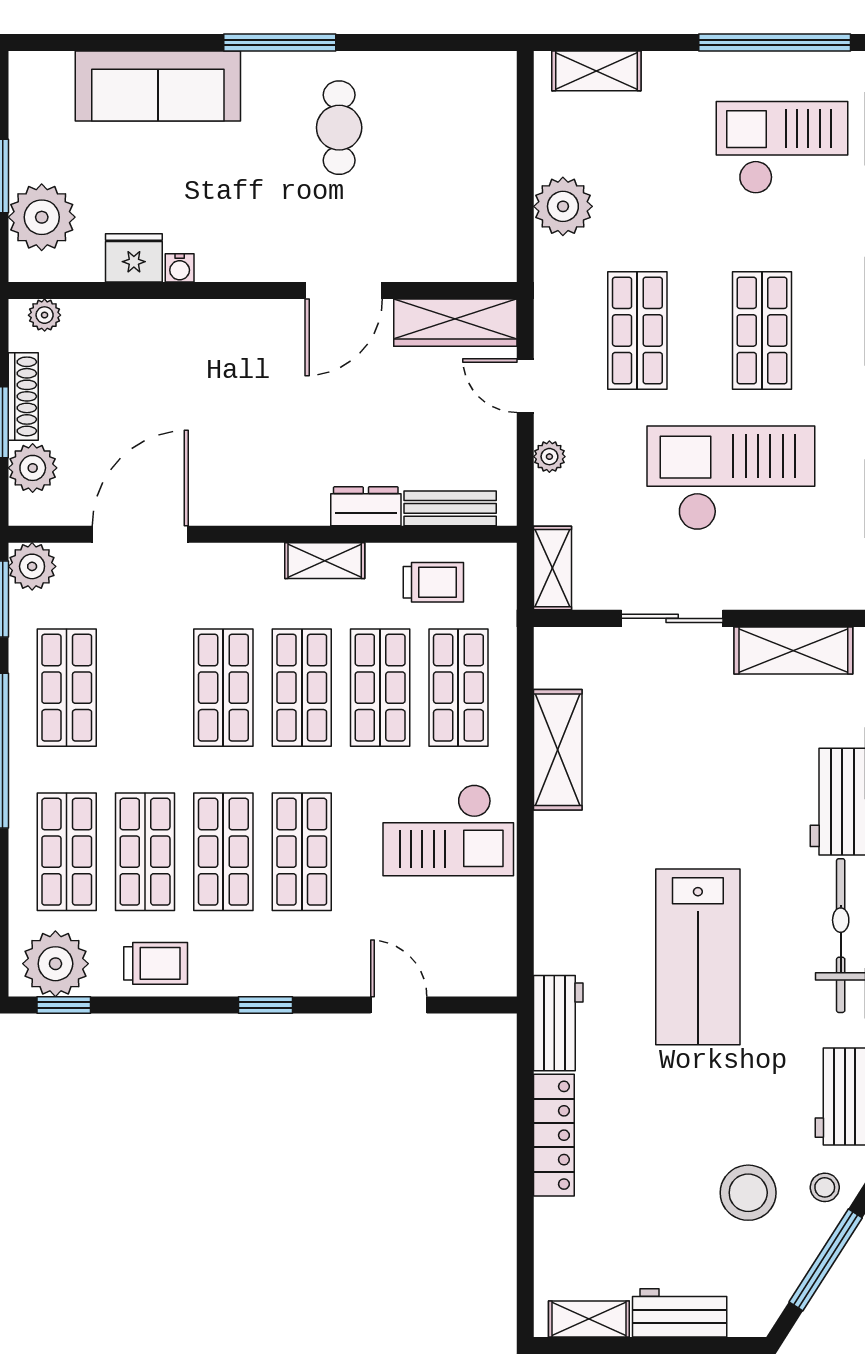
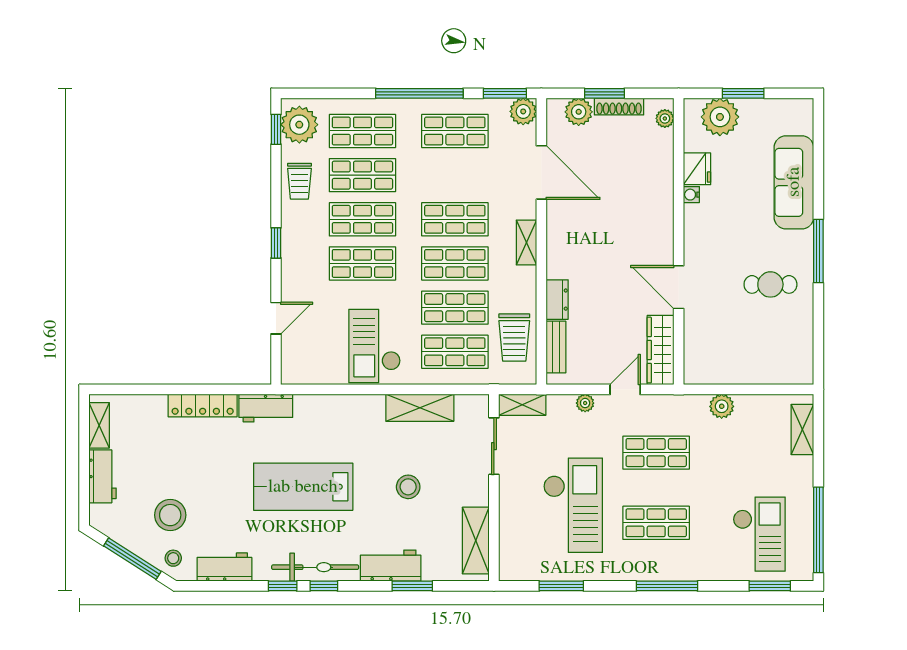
plant: (563, 206) -> (722, 406), width x0.73, depth x0.73
shelving: (325, 561) -> (526, 242), moved
trolley: (433, 582) -> (514, 338), width x1.36, depth x1.39
sliding door: (672, 618) -> (494, 446), moved
stool: (698, 771) -> (408, 487), added

